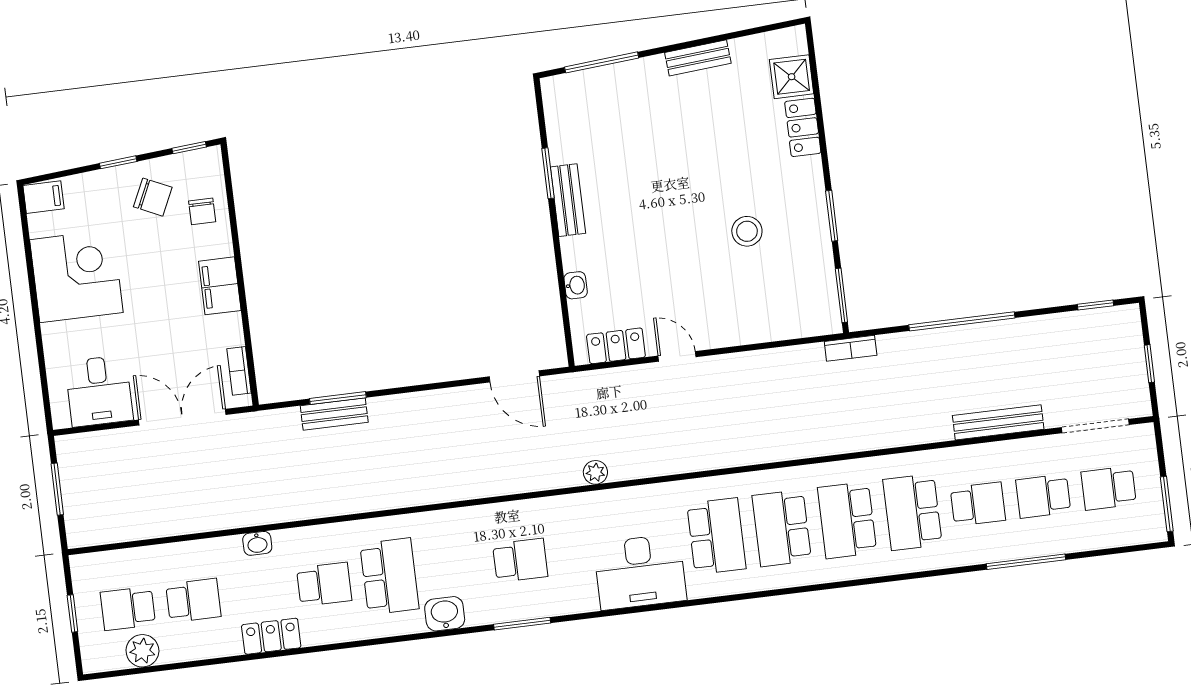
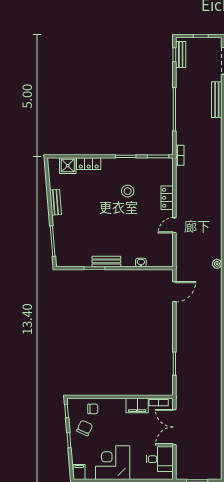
filing cabinet: (220, 286) -> (137, 405), moved
locker: (616, 346) -> (167, 198), moved
bench: (334, 414) -> (181, 55), moved

